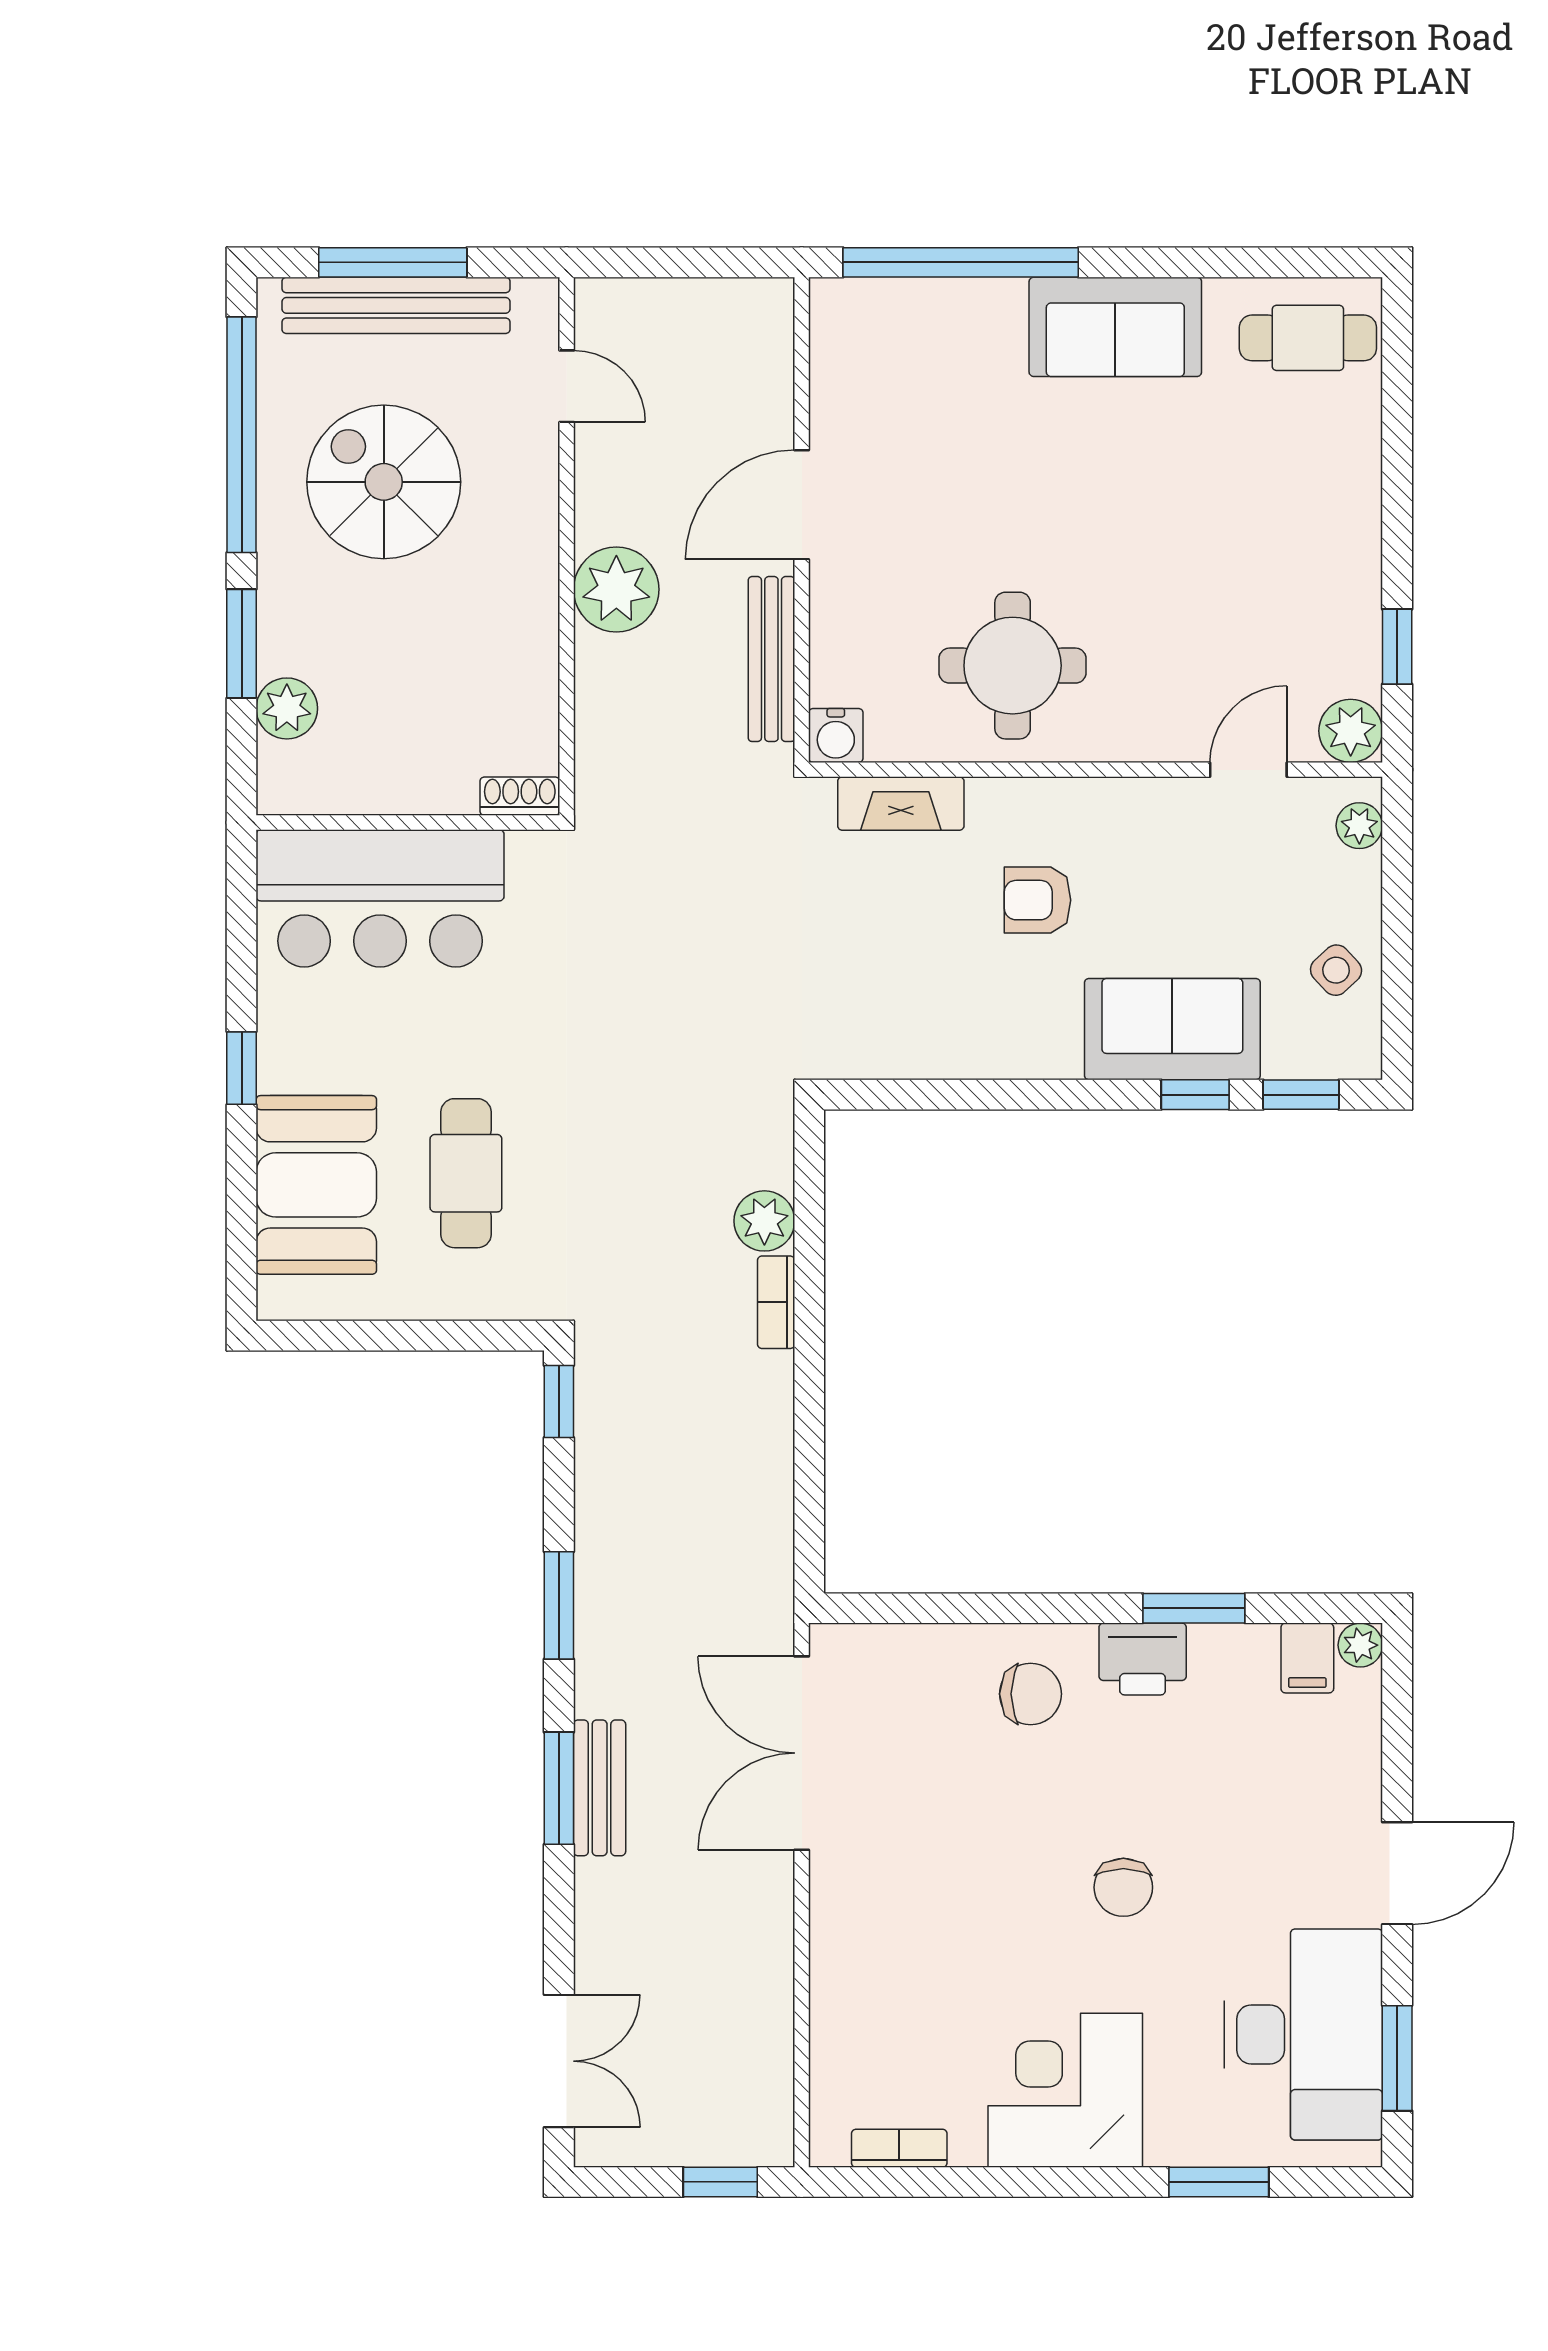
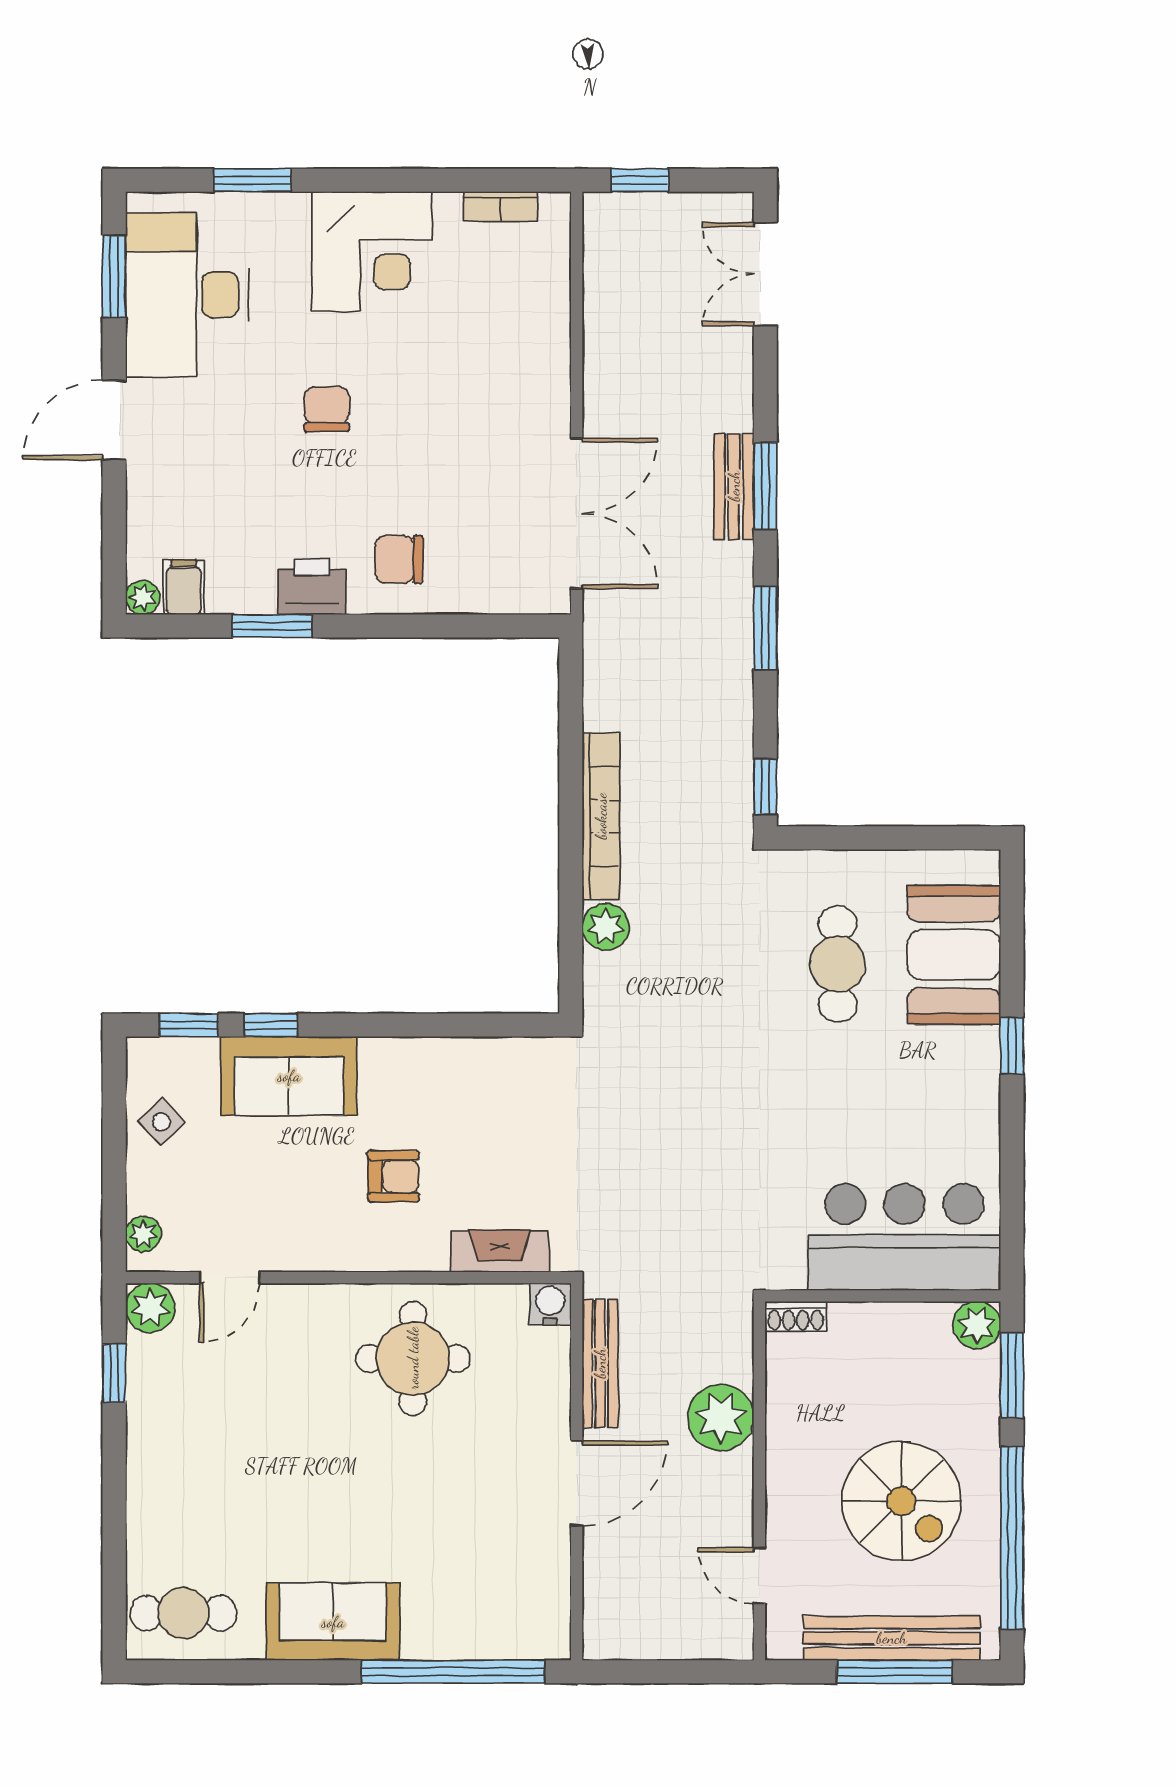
shoe rack: (520, 796) -> (796, 1316), moved
wall: (408, 822) -> (883, 1296), moved
bar counter: (380, 898) -> (904, 1237), moved
bookcase: (776, 1302) -> (601, 816), width x2.31, depth x1.31

